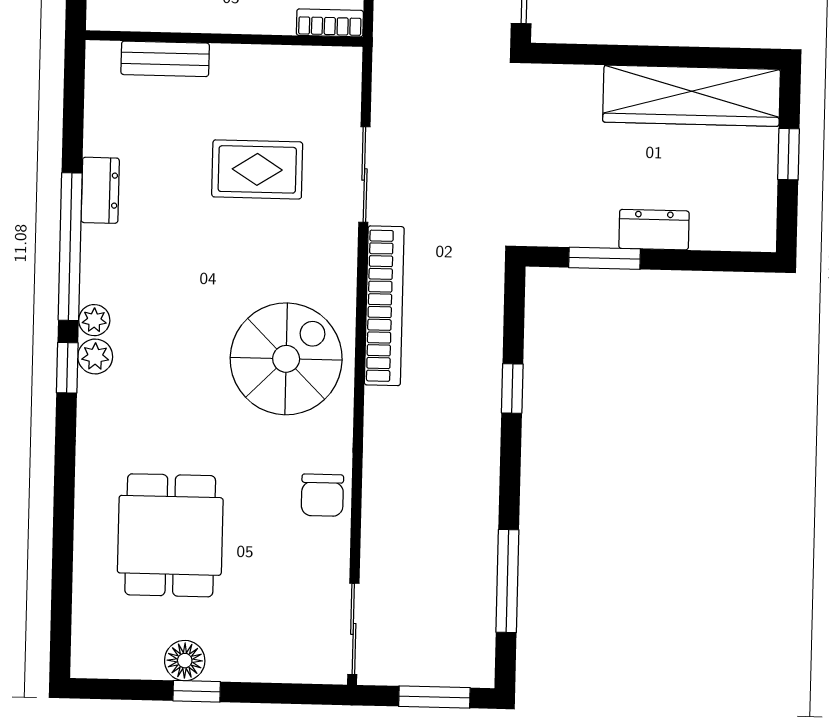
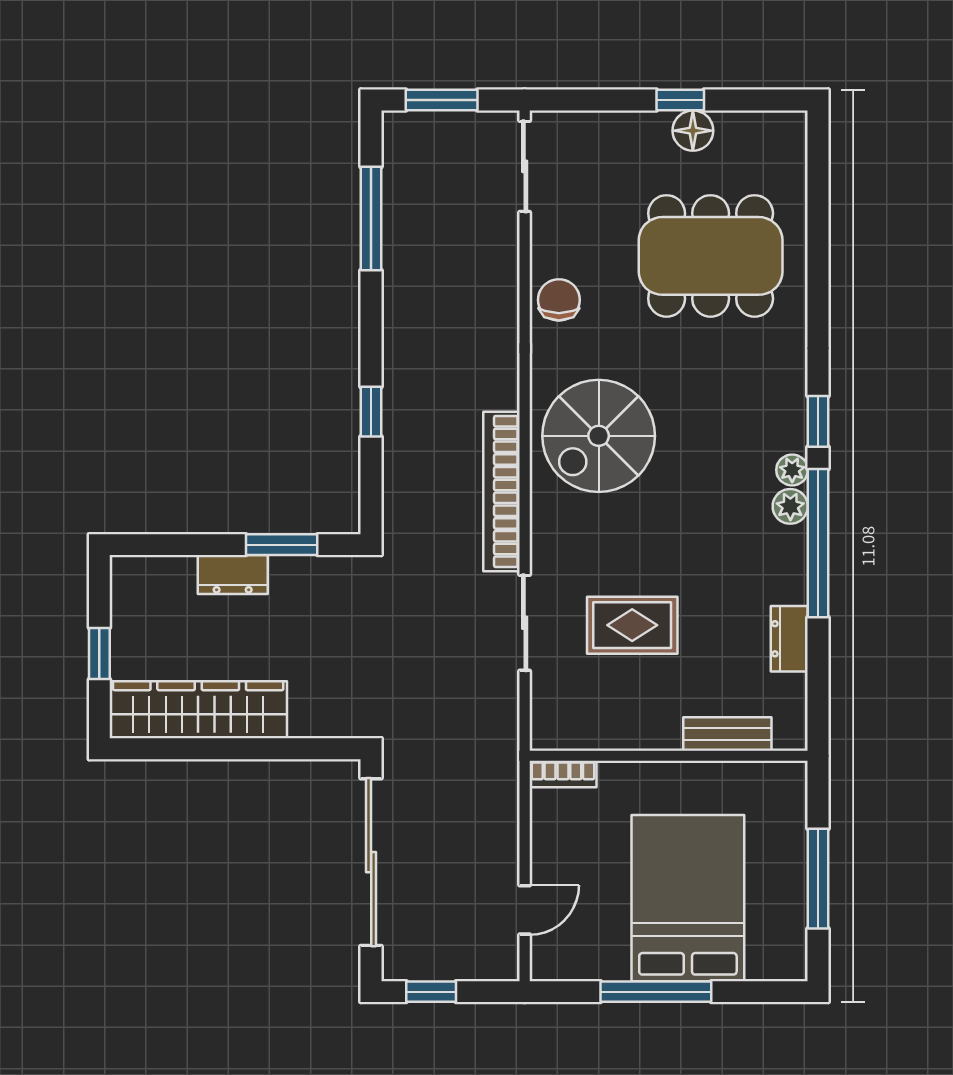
dresser: (100, 190) -> (789, 639), moved
plant: (95, 356) -> (790, 506), moved
dining table: (170, 535) -> (711, 256), width x1.38

